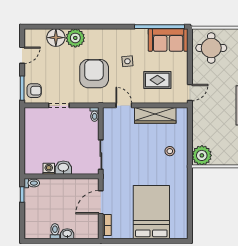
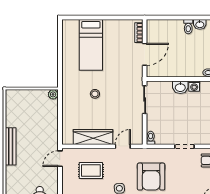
door: (124, 105) -> (123, 146), swing flipped
stool: (170, 151) -> (95, 94), moved
plant: (202, 155) -> (53, 94), width x0.53, depth x0.53
bed: (151, 212) -> (91, 45), width x0.67
washbasin: (67, 234) -> (200, 24), moved

